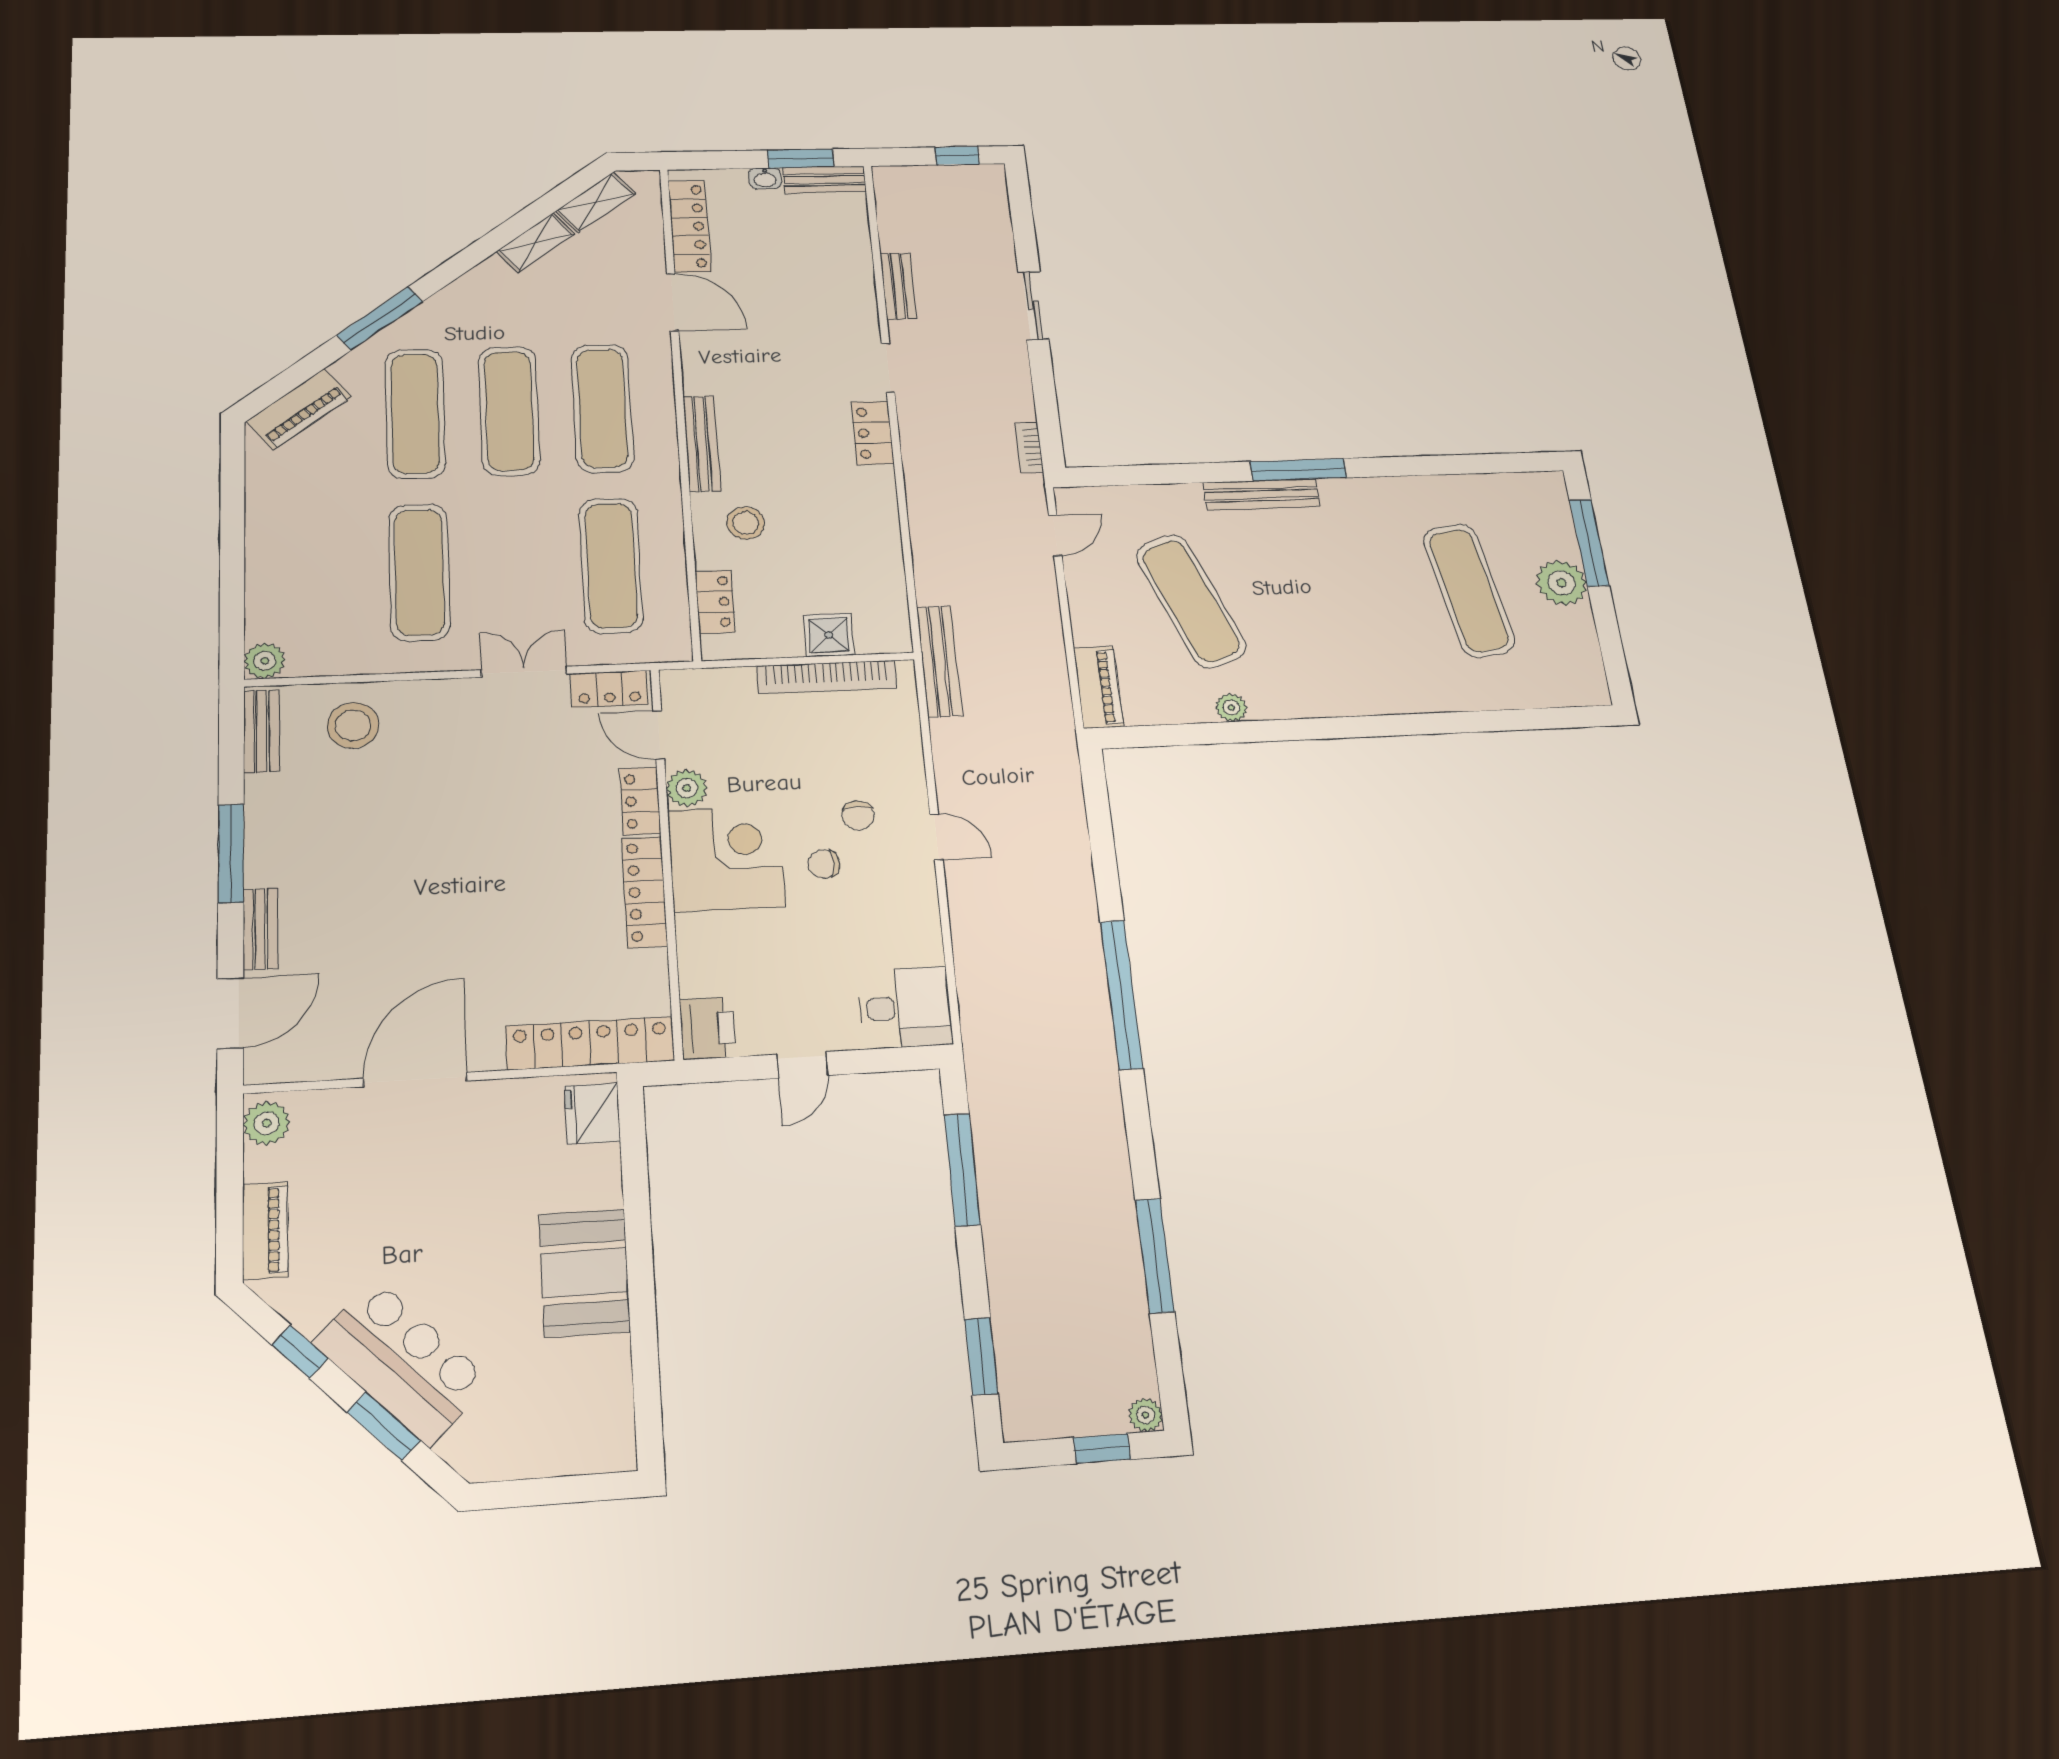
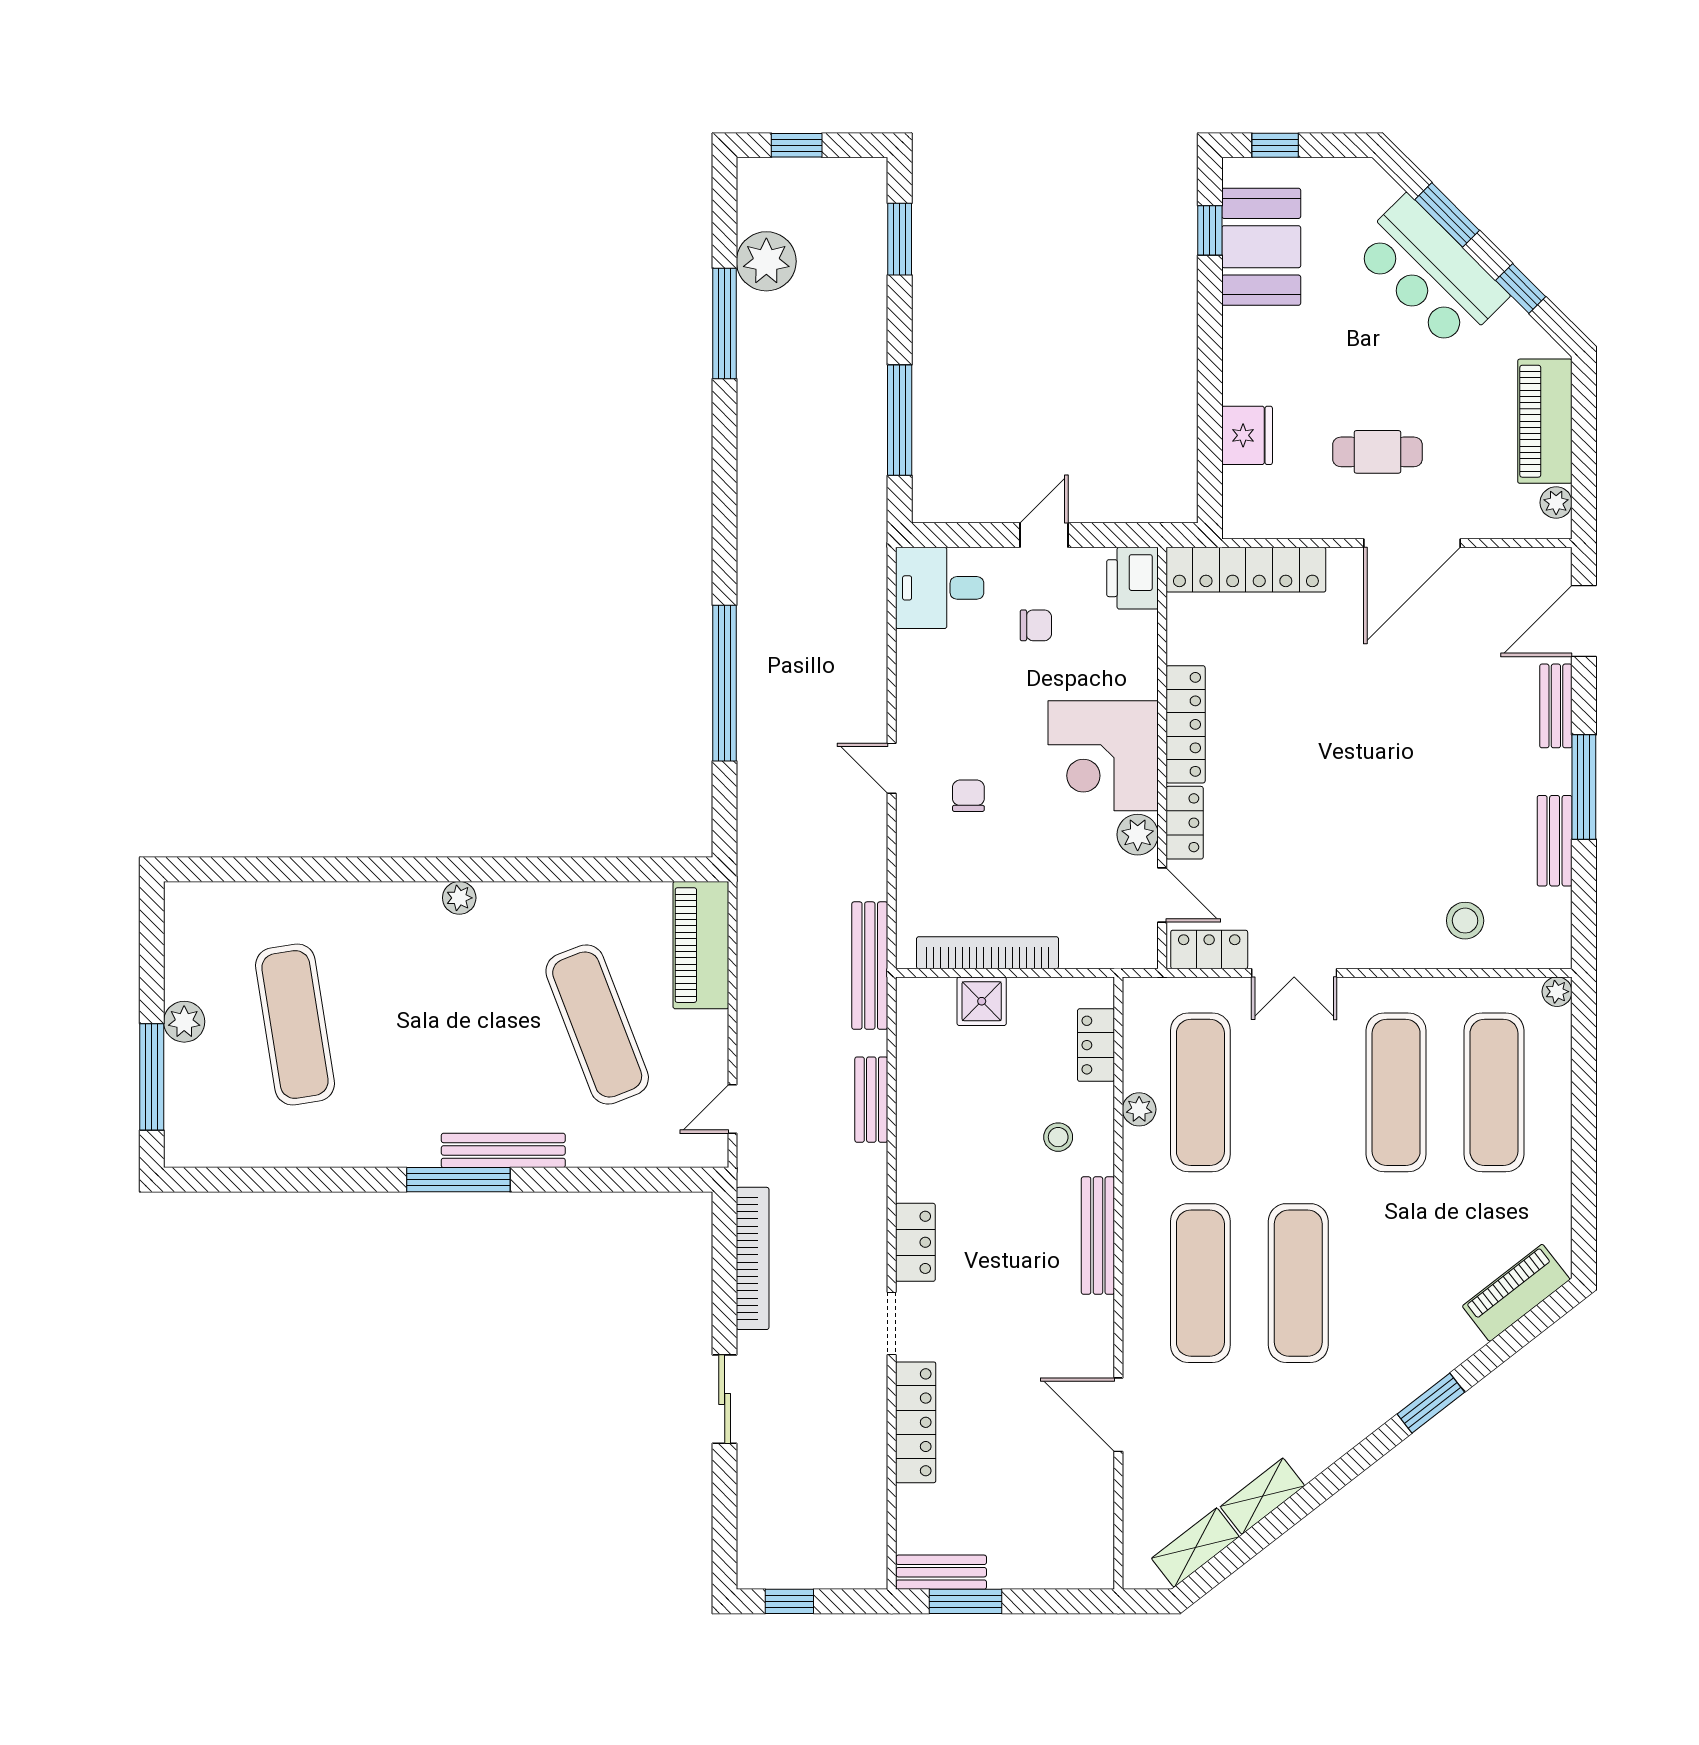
washbasin: (765, 178) -> (1007, 1575), removed
locker: (690, 226) -> (916, 1422), moved, turned 180
bench: (898, 286) -> (871, 1100), moved
window: (380, 318) -> (1431, 1403), width x0.69
exercise mat: (415, 413) -> (1494, 1092), moved
bookcase: (1029, 448) -> (753, 1258), width x2.31, depth x1.31
stool: (746, 523) -> (1058, 1137), width x0.73, depth x0.73
plant: (670, 549) -> (1139, 1109), added
plant: (1562, 583) -> (184, 1022), width x0.73, depth x0.73
plant: (265, 661) -> (1557, 992), width x0.73, depth x0.73
piano: (1098, 687) -> (701, 945), width x1.37, depth x1.33
plant: (1231, 708) -> (459, 898), moved
stool: (353, 725) -> (1465, 921), width x0.73, depth x0.73
bench: (262, 731) -> (1555, 841), moved
chair: (824, 864) -> (1036, 625), moved
window: (1121, 995) -> (725, 683), moved
fridge: (592, 1114) -> (1247, 435), moved
plant: (267, 1123) -> (1556, 503), width x0.73, depth x0.73
cafe table: (455, 1169) -> (1377, 452), added
piano: (265, 1230) -> (1545, 421), width x1.37, depth x1.33
booth: (585, 1273) -> (1261, 247), moved
window: (647, 1390) -> (1210, 230), added
plant: (1145, 1415) -> (766, 261), moved, width x1.87, depth x1.87
window: (579, 1489) -> (1275, 145), added

